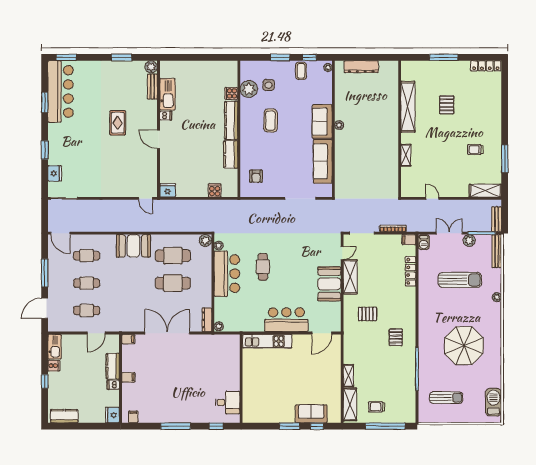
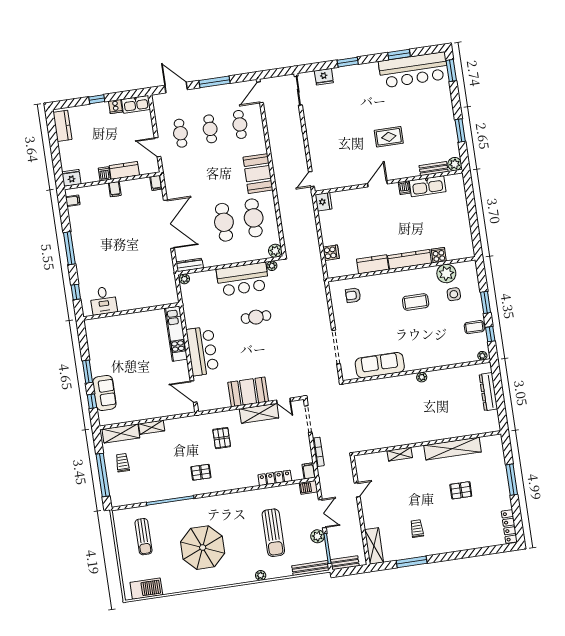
sofa: (322, 122) -> (423, 358), removed

